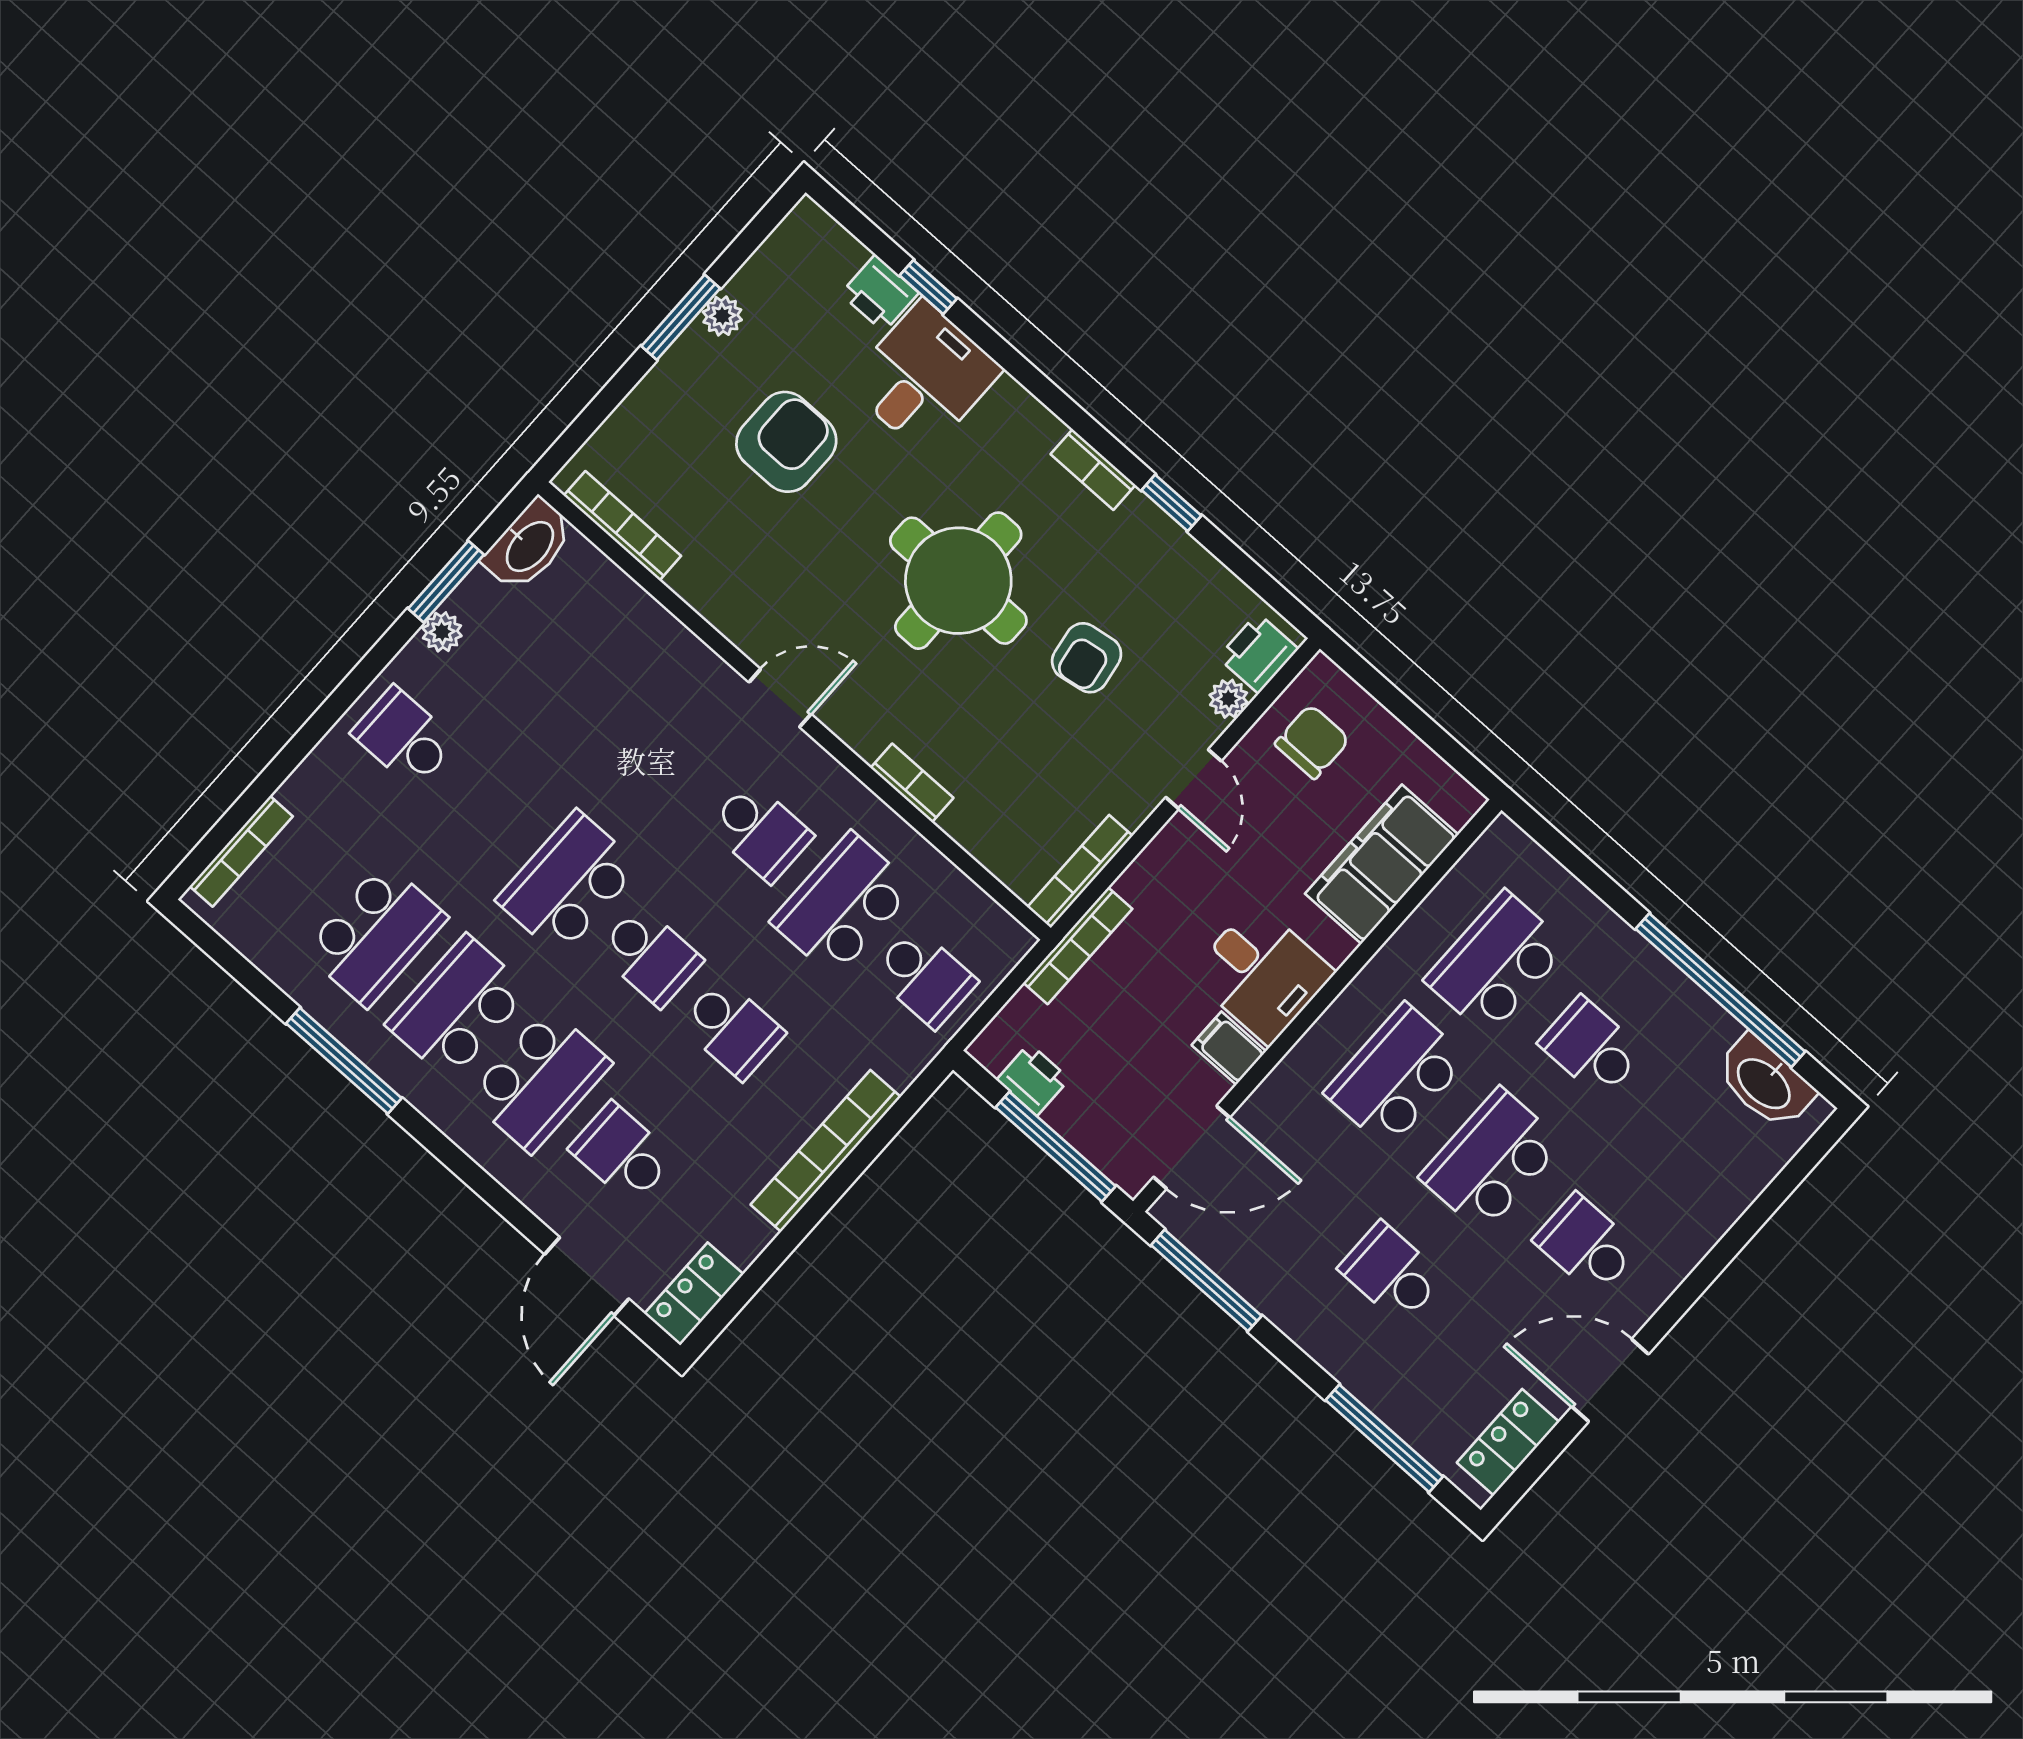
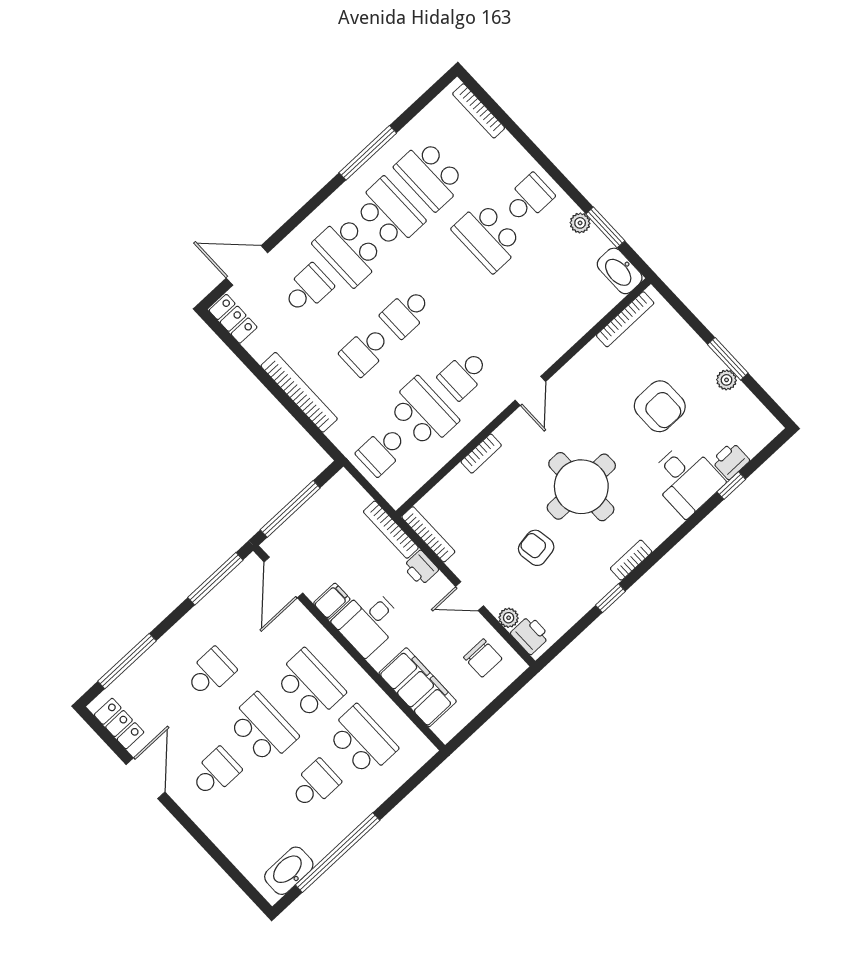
school desk: (568, 883) -> (488, 237), moved, turned 180
printer: (1033, 1079) -> (421, 568), moved, turned 90

